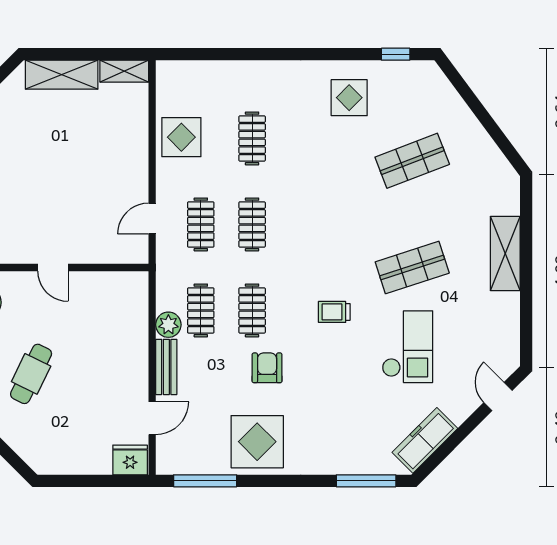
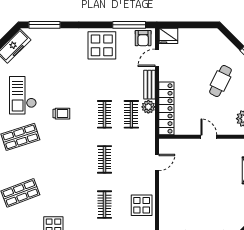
clothes rail: (201, 224) -> (131, 159), removed
locker: (134, 322) -> (166, 108), added
armchair: (267, 368) -> (143, 38), moved

